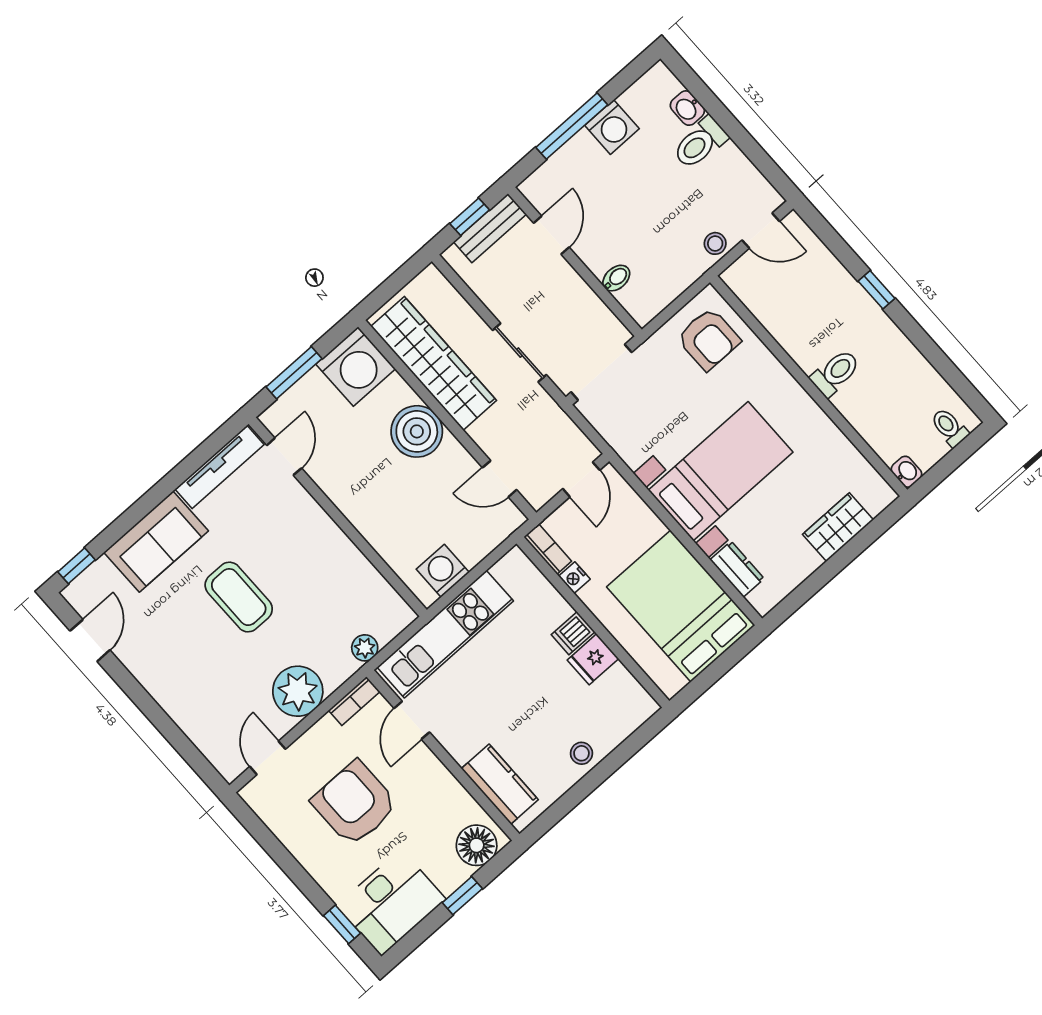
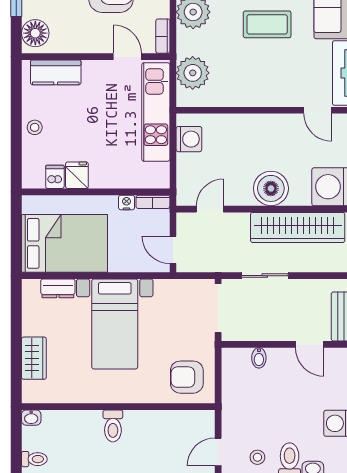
stool: (715, 243) -> (257, 457), moved
dishwasher: (573, 633) -> (55, 177), moved
plant: (365, 648) -> (193, 73), width x1.88, depth x1.88

